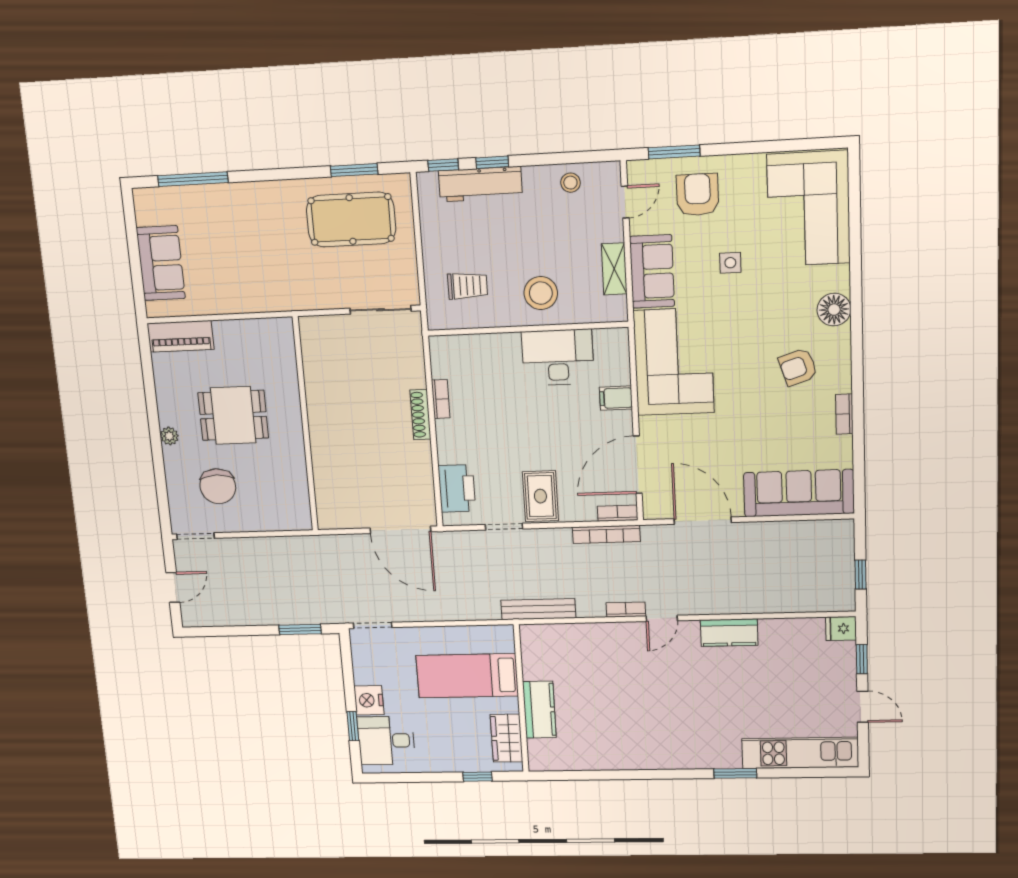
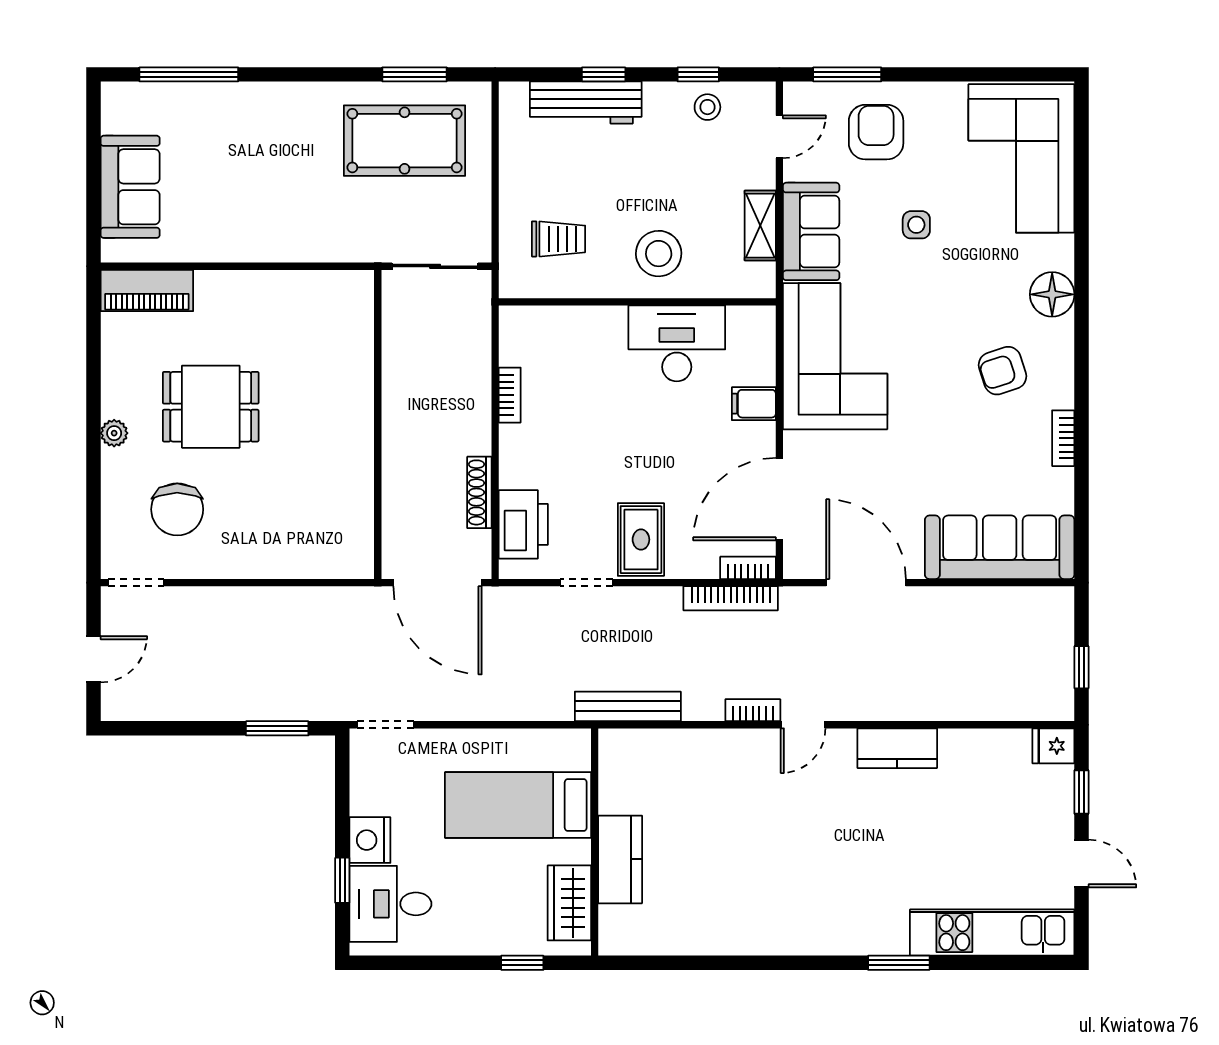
window: (443, 165) -> (698, 74), moved
shoe rack: (420, 415) -> (479, 492), moved
wall: (305, 425) -> (378, 424), moved

